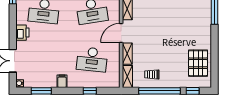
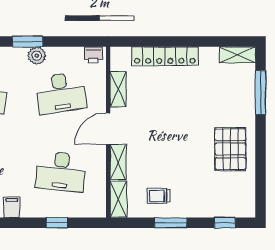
pallet: (198, 63) -> (230, 149), moved
window: (159, 91) -> (171, 223), width x0.47

